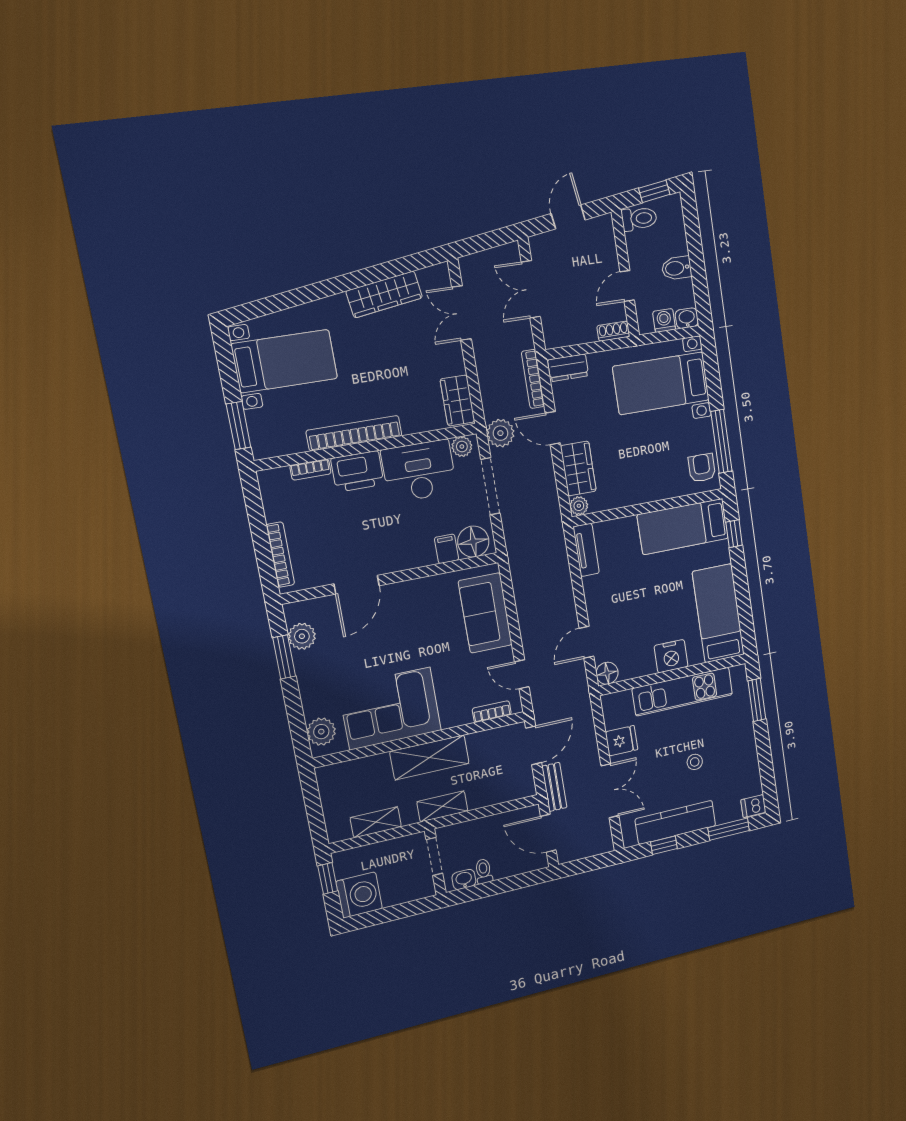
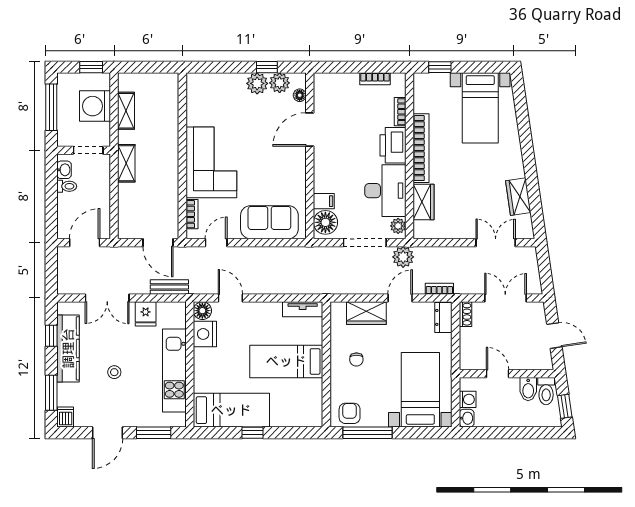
bidet: (677, 268) -> (528, 389), moved, turned 180
wardrobe: (384, 294) -> (518, 197), width x0.67
shoe rack: (613, 331) -> (465, 314), moved
bookcase: (533, 379) -> (439, 289), width x0.64
wardrobe: (457, 401) -> (424, 202), moved, turned 90
window: (239, 426) -> (440, 67), width x0.67
armchair: (702, 468) -> (350, 413), turned -90
chair: (637, 471) -> (356, 359), added
plant: (579, 506) -> (338, 309), removed
bed: (683, 526) -> (286, 361), moved, turned -90
window: (734, 534) -> (252, 433), moved
bookcase: (280, 555) -> (375, 79), moved, width x0.64
door: (357, 585) -> (310, 130), hinge flipped
floor lamp: (313, 607) -> (300, 95), added
nightstand: (671, 656) -> (205, 334), moved
window: (284, 657) -> (267, 67), width x0.67
corner sofa: (390, 708) -> (211, 162), moved
plant: (321, 732) -> (257, 83), moved
door: (764, 754) -> (108, 433), added
shelving: (430, 757) -> (167, 160), removed
bench: (554, 787) -> (169, 287), moved
washing machine: (359, 895) -> (95, 106), moved, turned 90
window: (388, 914) -> (51, 107), added

